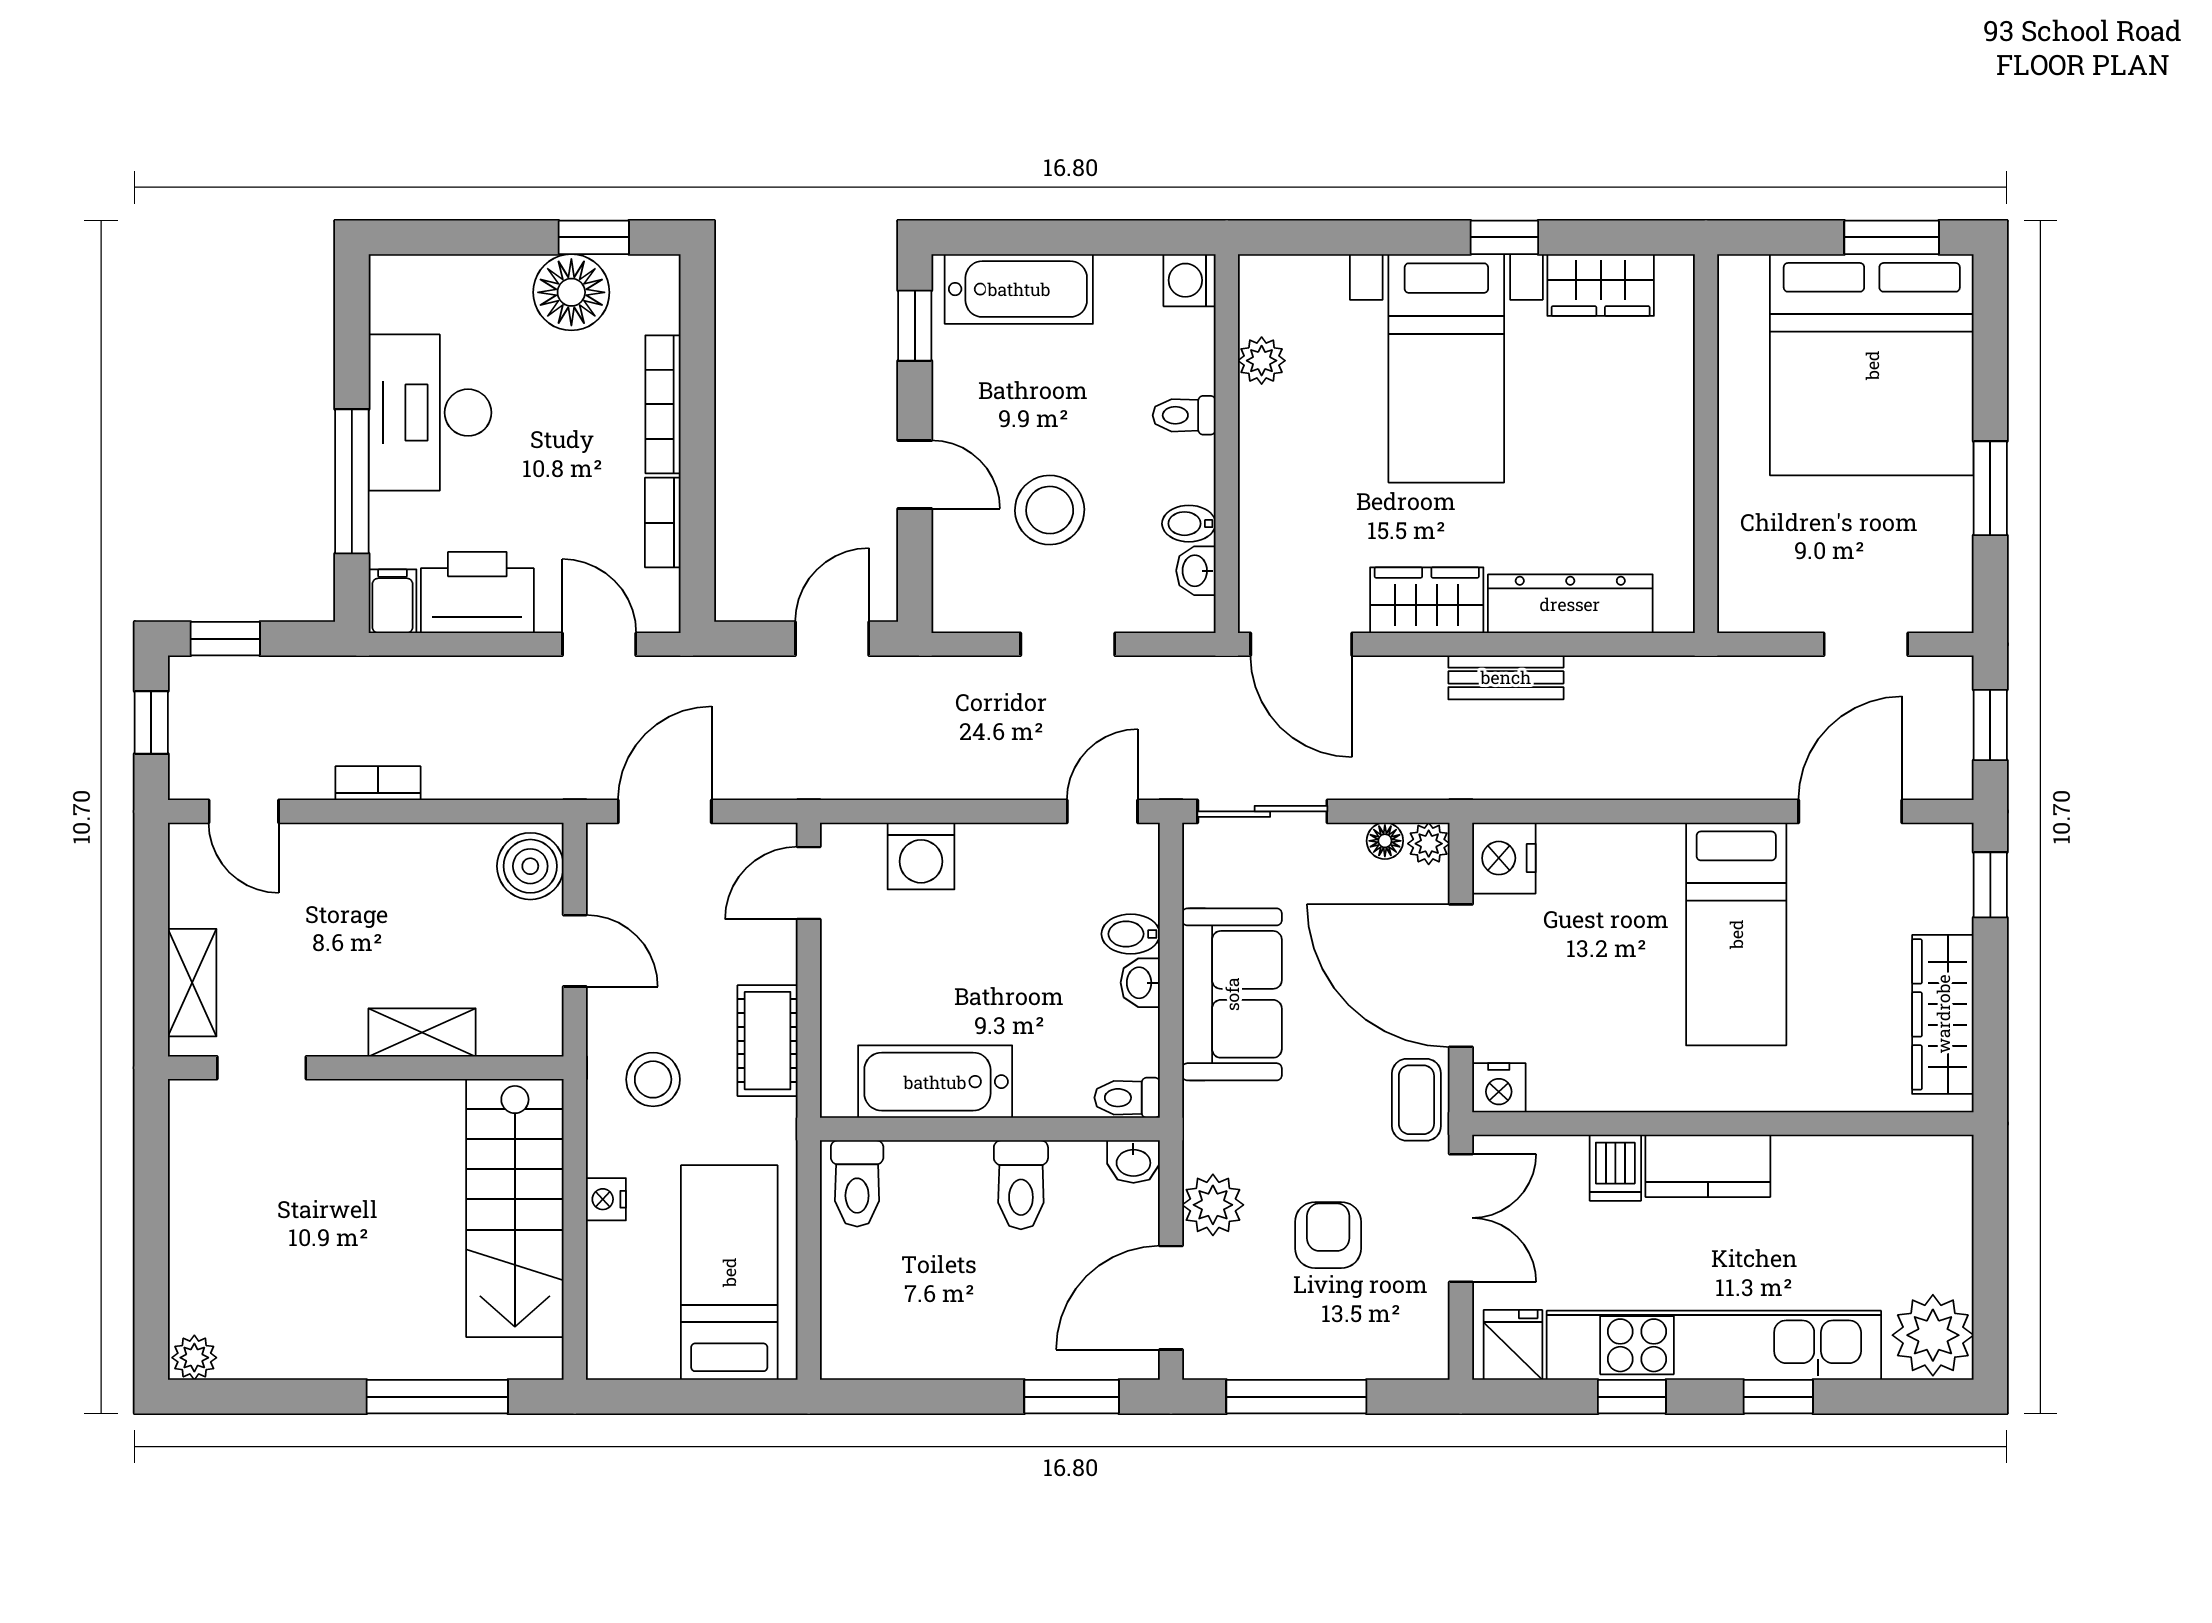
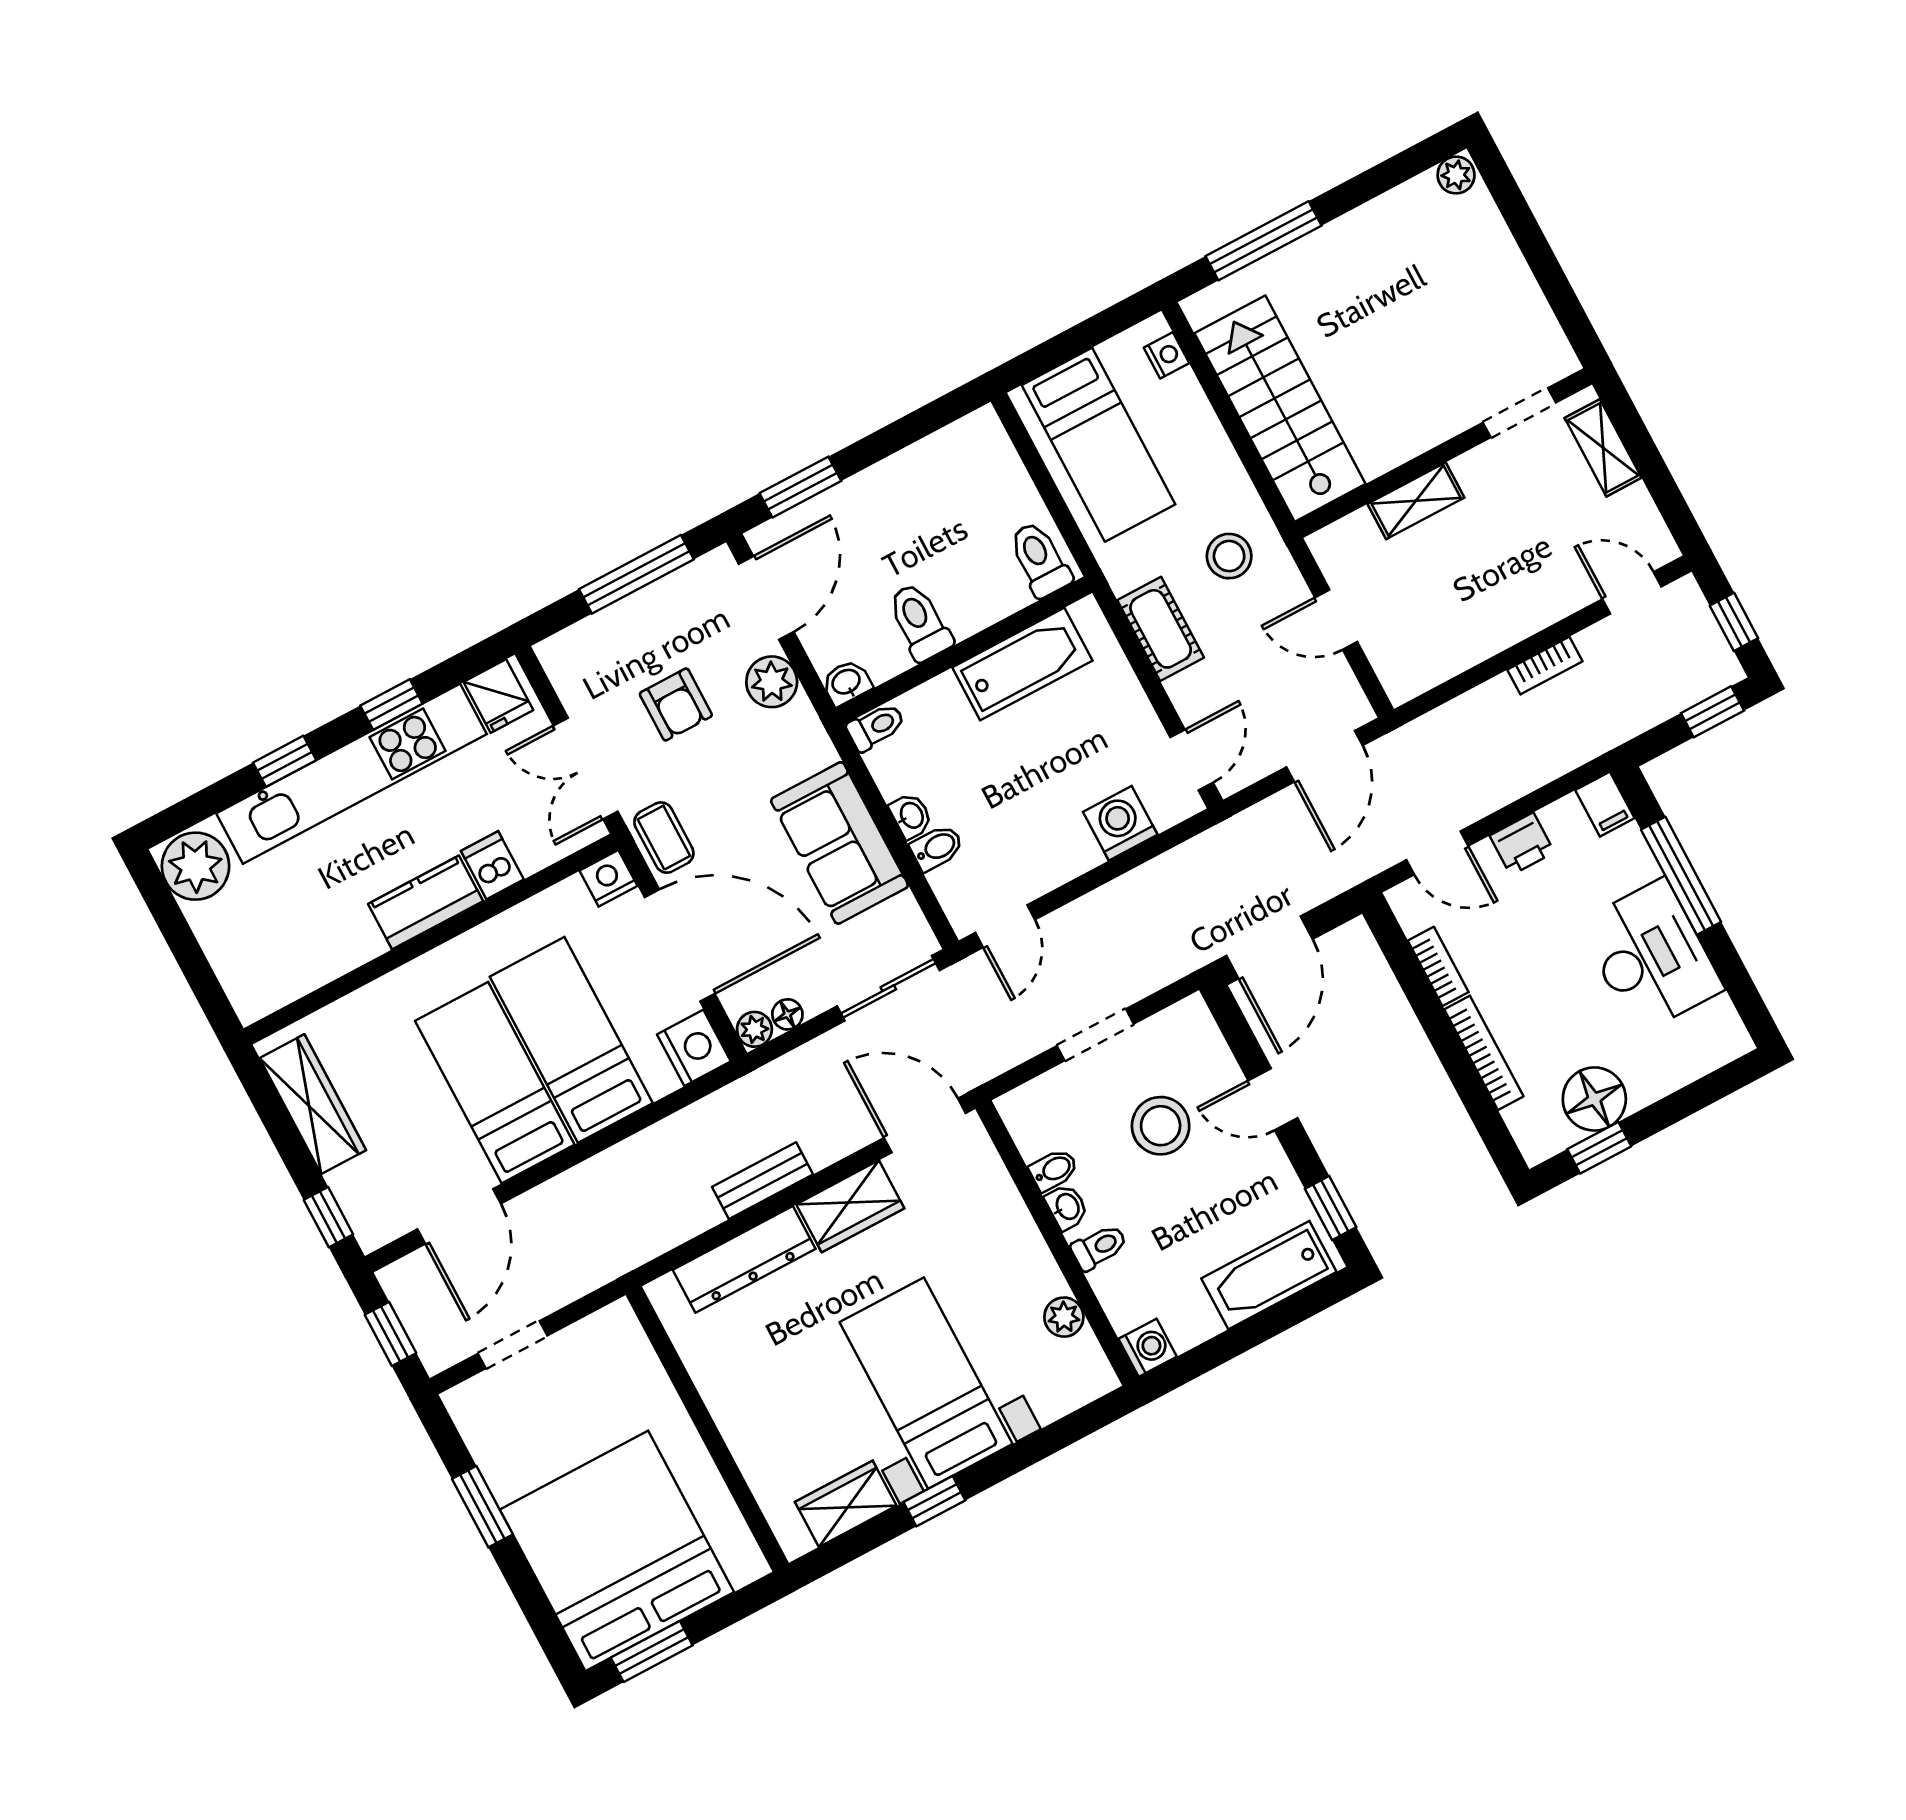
washbasin: (1196, 571) -> (1067, 1207), moved
printer: (477, 593) -> (1522, 844), width x0.53, depth x0.68
door: (832, 639) -> (1269, 947), width x1.37
boiler: (530, 866) -> (1401, 664), removed
bed: (1630, 936) -> (571, 1040), added
nightstand: (606, 1199) -> (1166, 355), moved

